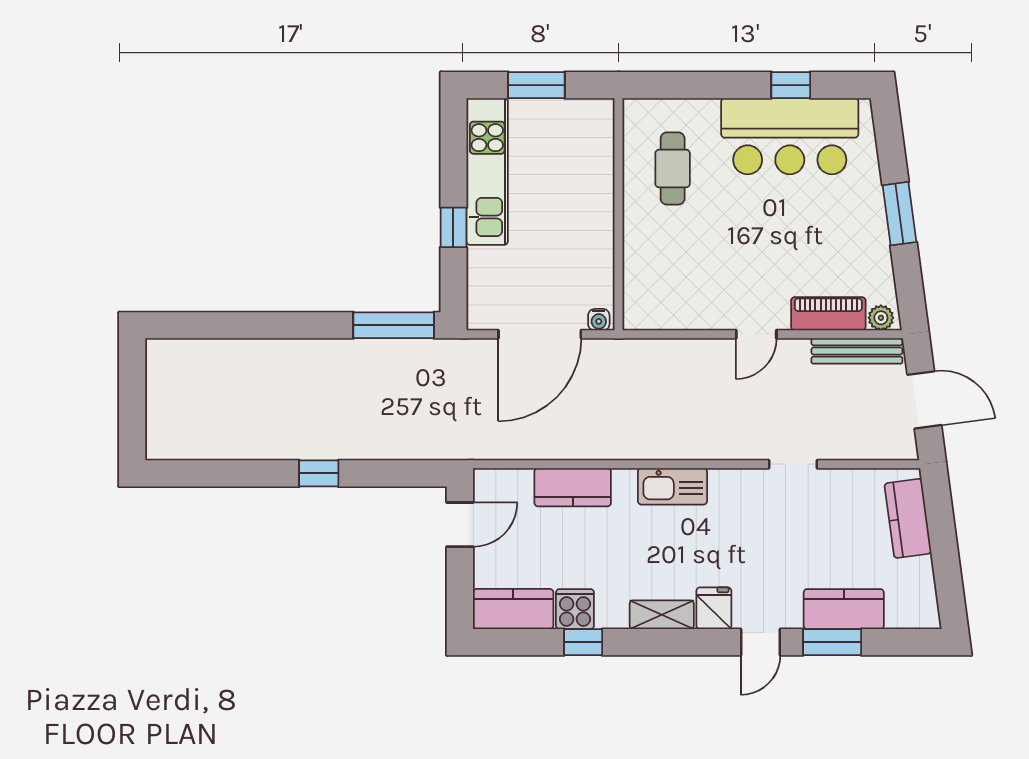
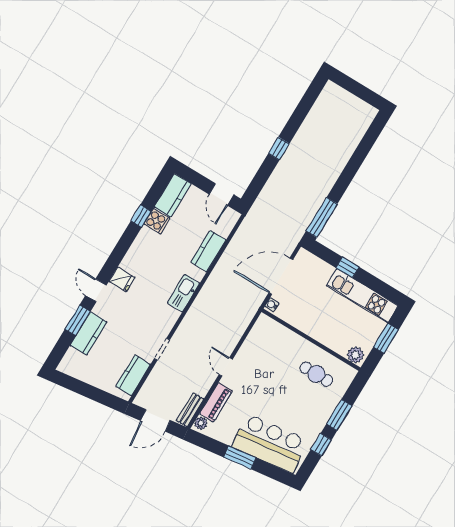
window: (720, 85) -> (339, 415), added
plant: (598, 120) -> (356, 355), added
bar counter: (790, 136) -> (270, 443), moved, turned 82
door: (540, 334) -> (281, 276), hinge flipped
bench: (857, 351) -> (190, 410), width x0.73
kitchen counter: (908, 518) -> (133, 375), moved, turned -82
shelving: (662, 615) -> (132, 256), removed

